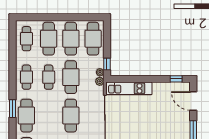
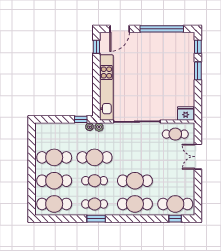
cafe table: (26, 39) -> (54, 204), width x1.37, depth x1.35
cafe table: (93, 39) -> (54, 134), removed
kitchen unit: (129, 88) -> (106, 88), width x1.36
window: (12, 109) -> (96, 219), moved
cafe table: (71, 116) -> (135, 181), moved

